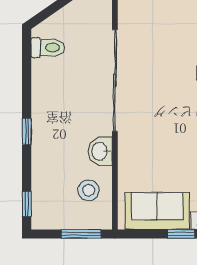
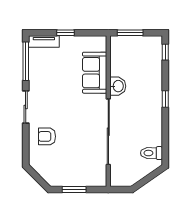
stool: (89, 190) -> (125, 61), removed
sofa: (157, 211) -> (95, 73), moved, turned 90

